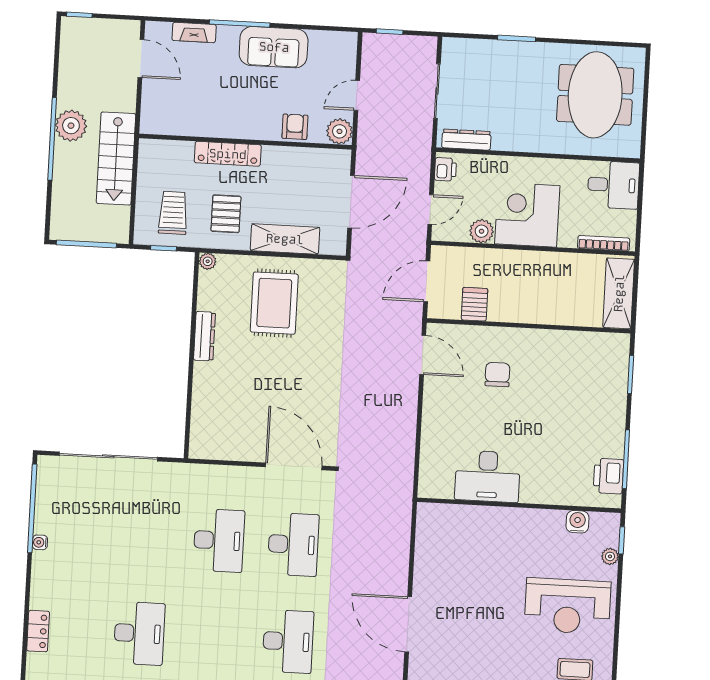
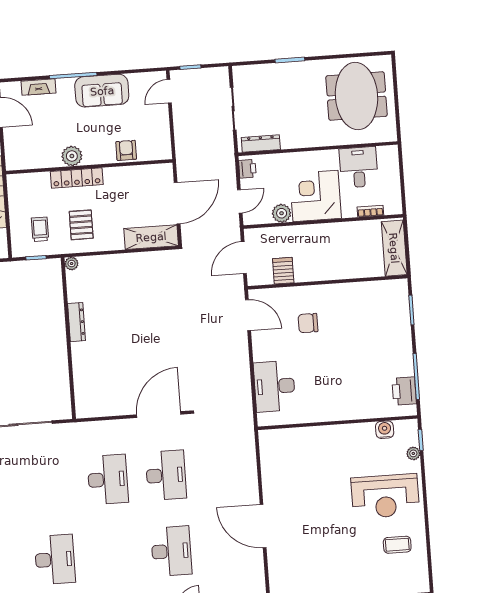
door: (357, 95) -> (169, 91), moved
plant: (340, 131) -> (72, 156), moved
desk: (613, 185) -> (359, 167), moved, turned -90
trolley: (173, 213) -> (40, 229), width x0.73, depth x0.72
shelving: (285, 239) -> (151, 237), moved
bookcase: (604, 243) -> (370, 211), width x0.64
rug: (274, 303) -> (127, 289), removed
chair: (497, 375) -> (308, 323), turned -90
door: (294, 466) -> (159, 415), hinge flipped
desk: (488, 476) -> (274, 386), moved, turned 90

